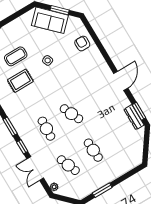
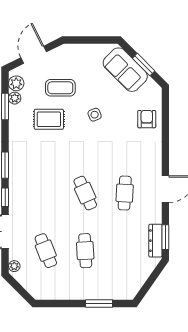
cafe table: (46, 129) -> (125, 193), moved
window: (102, 190) -> (99, 303), moved

